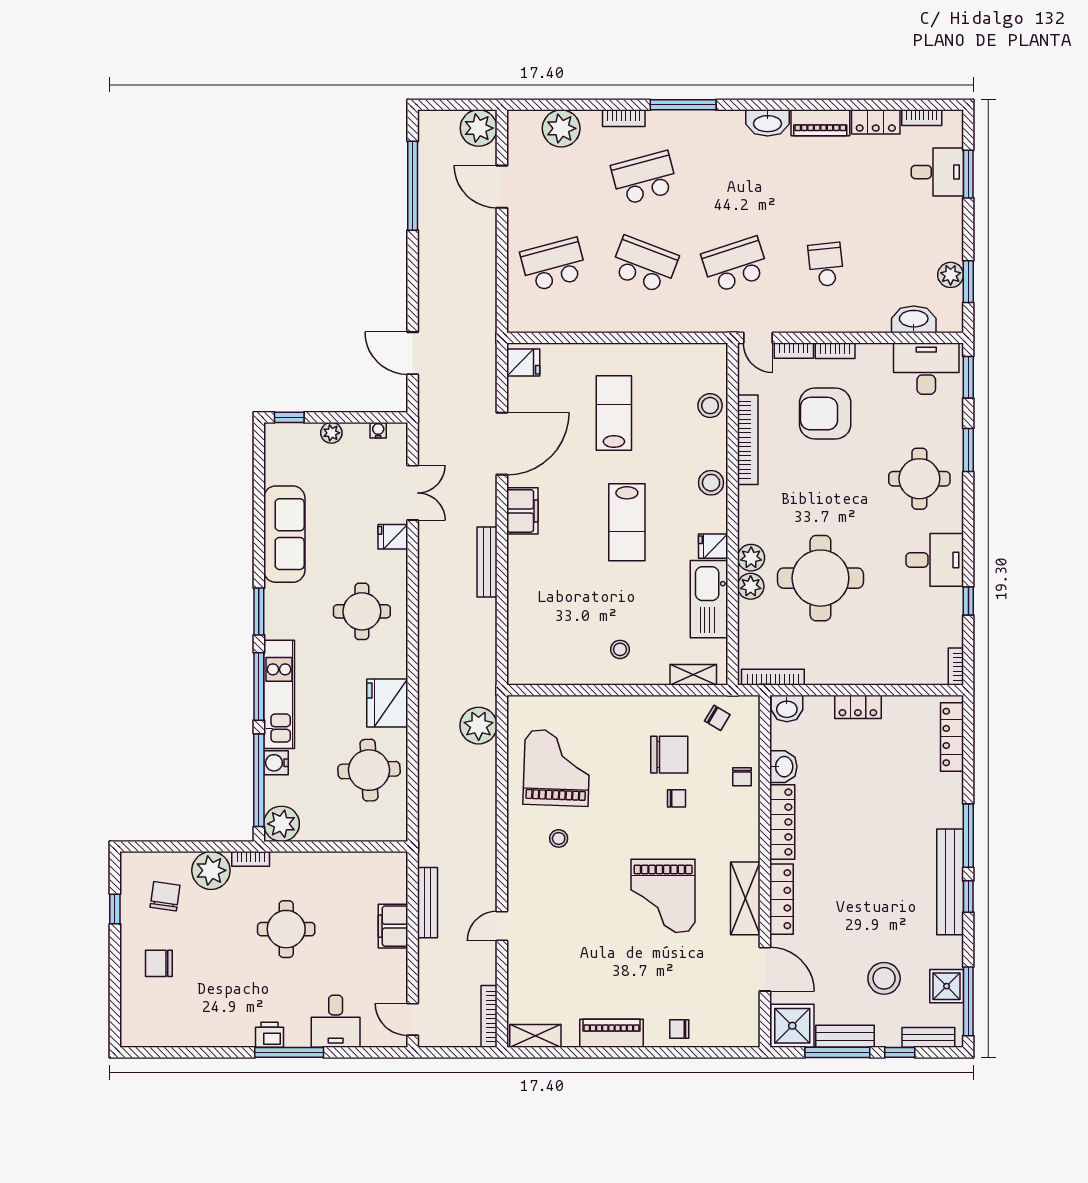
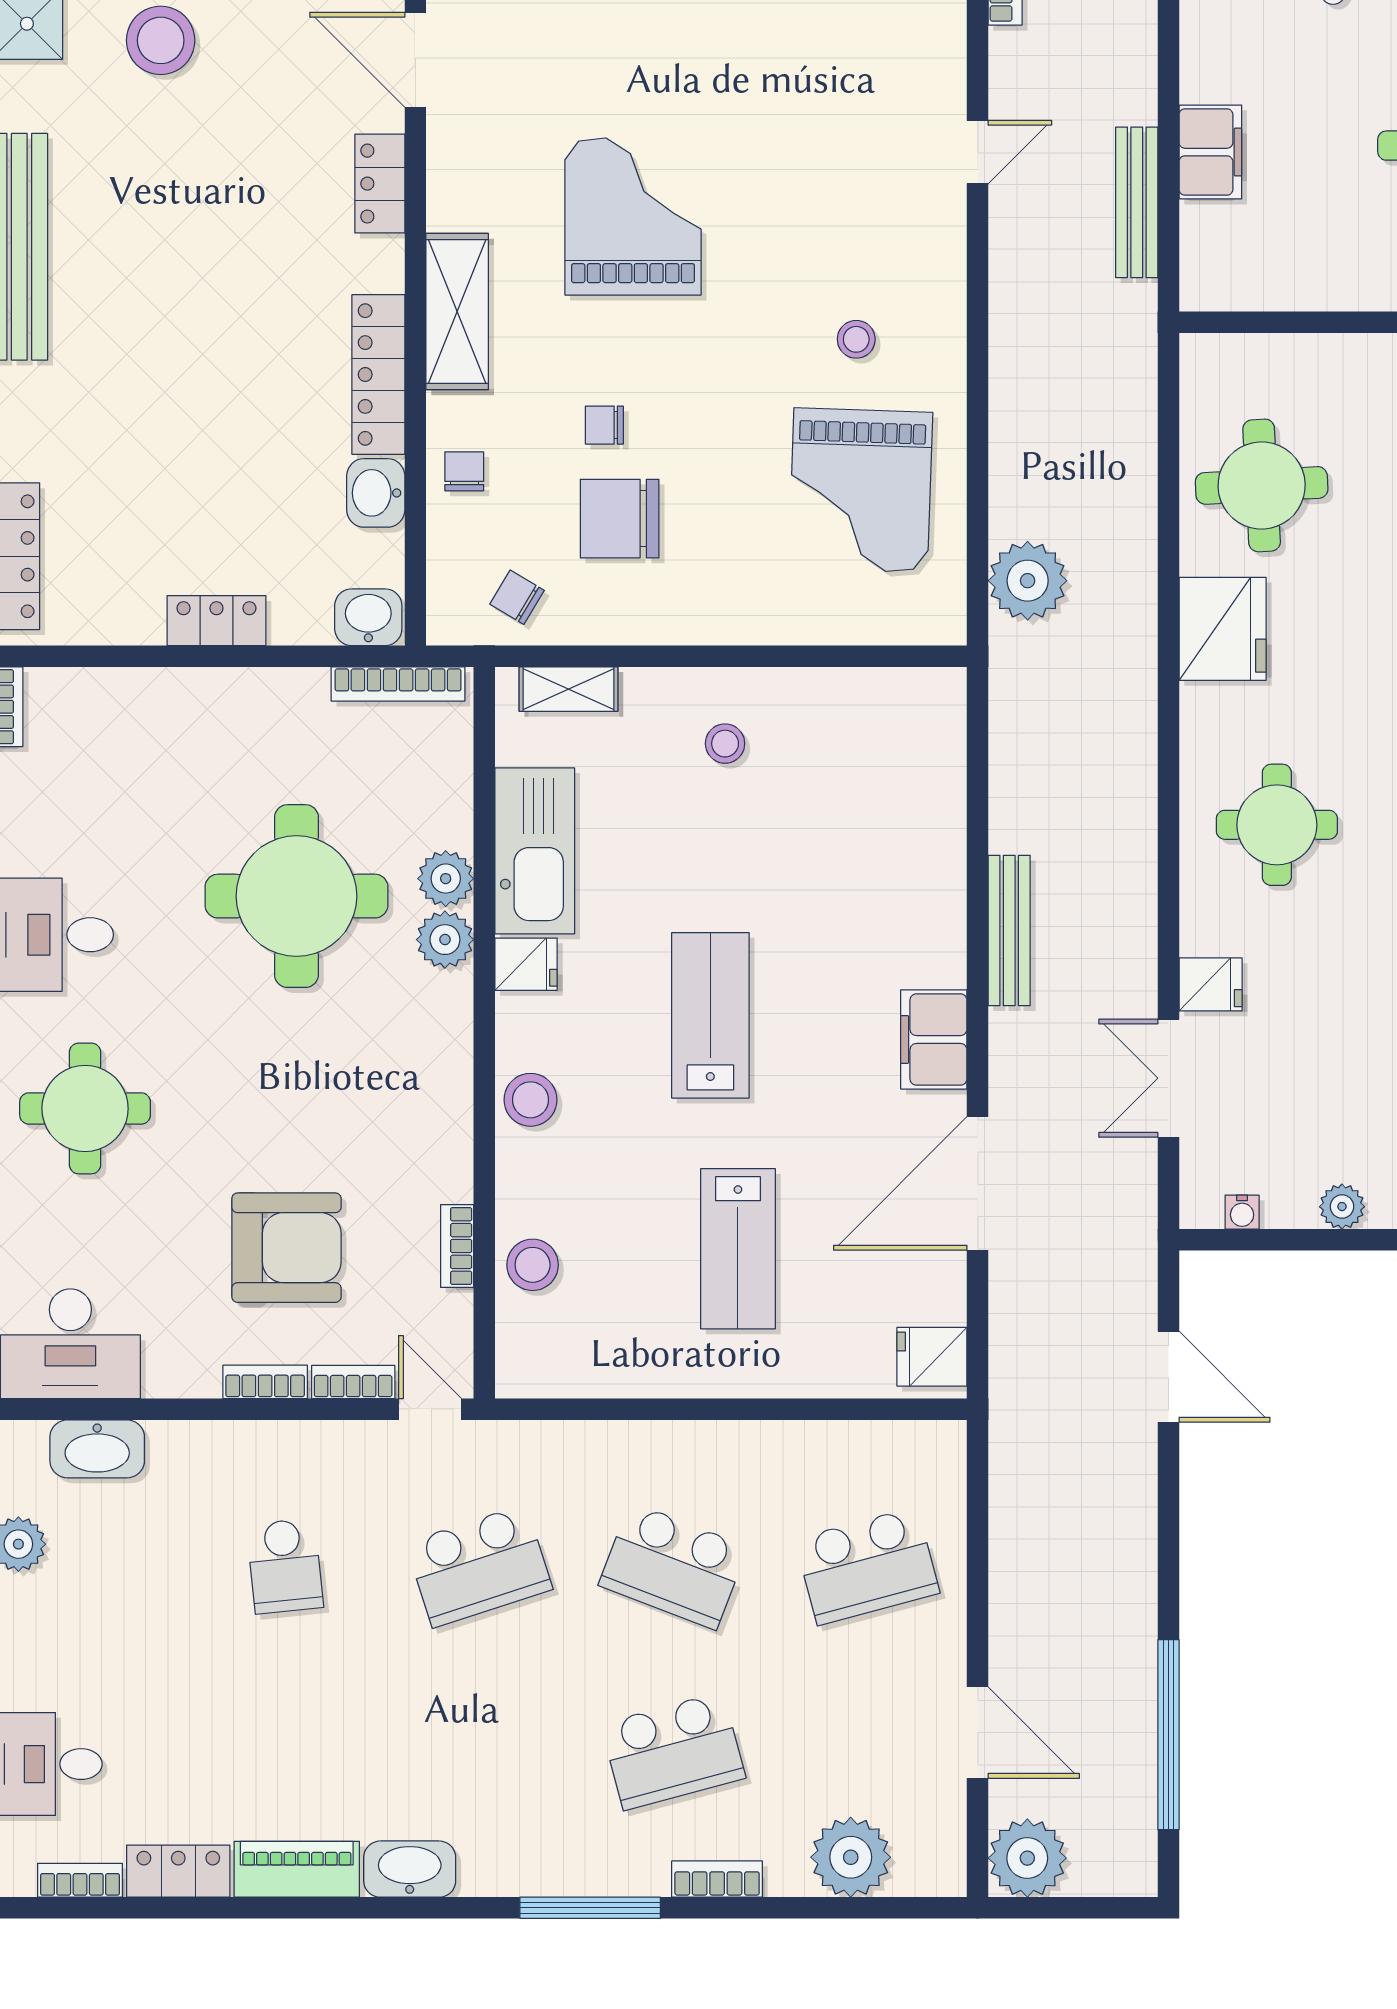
bookcase: (748, 440) -> (457, 1246), width x0.43, depth x0.76
shelving: (745, 898) -> (457, 312), moved
locker: (781, 899) -> (380, 184), width x0.66

